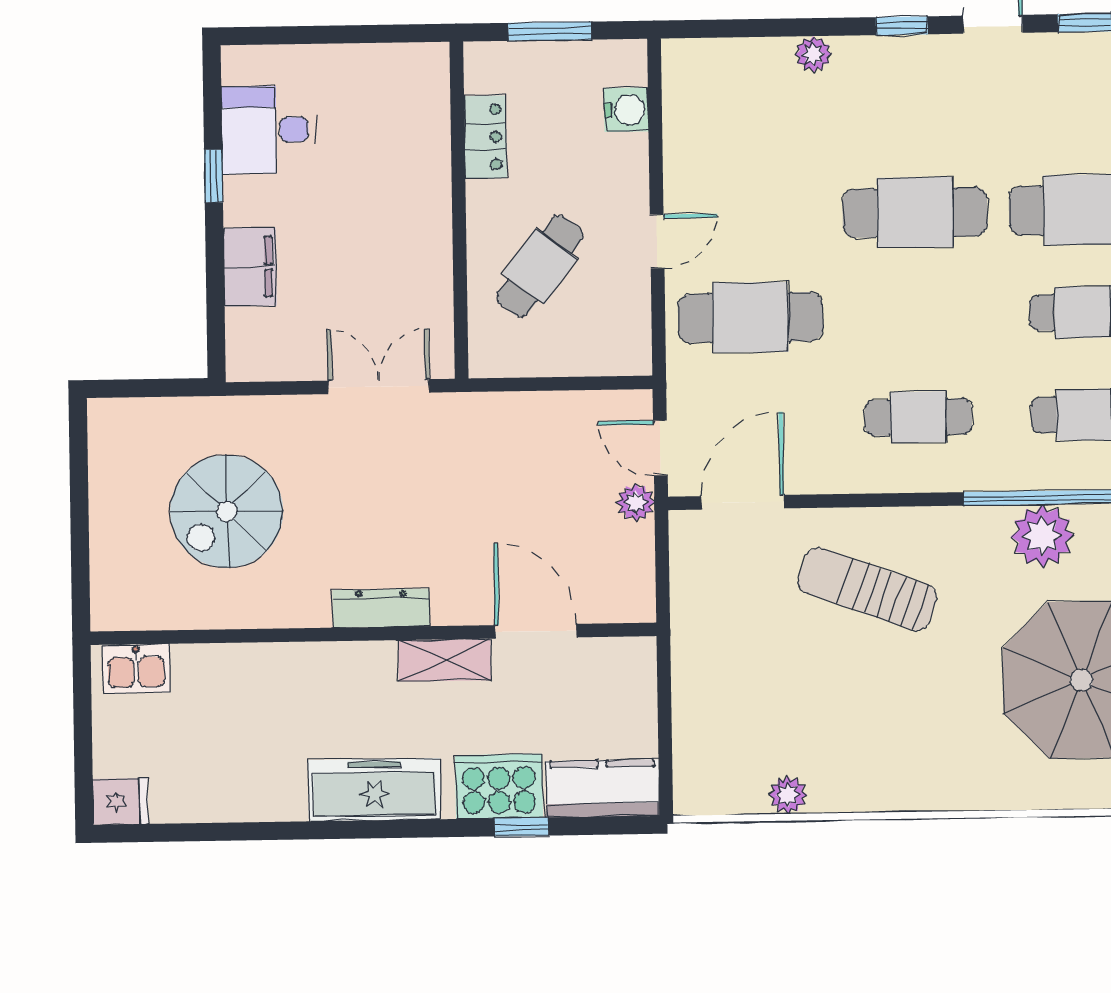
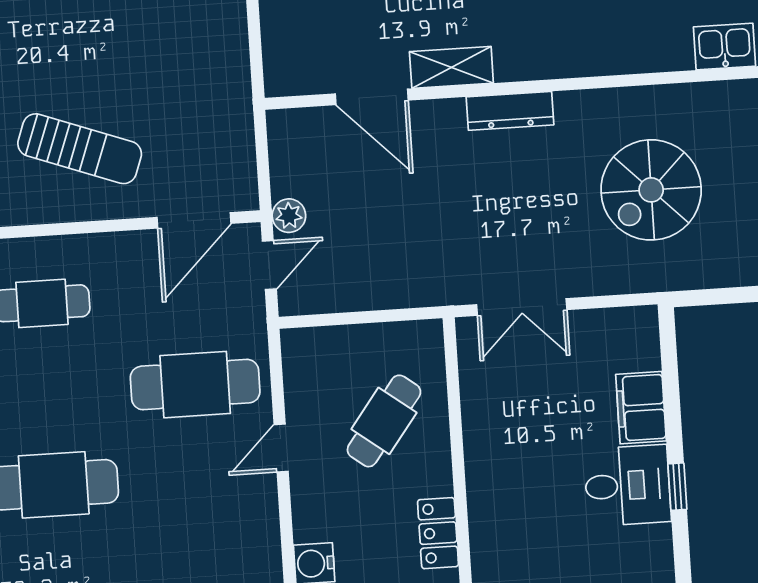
desk: (269, 130) -> (627, 485), moved
door: (660, 448) -> (269, 265), hinge flipped
spiral stairs: (227, 511) -> (651, 190), turned 180

